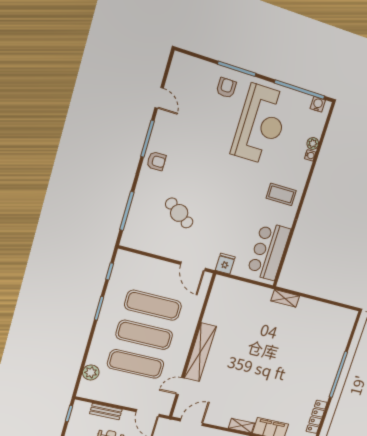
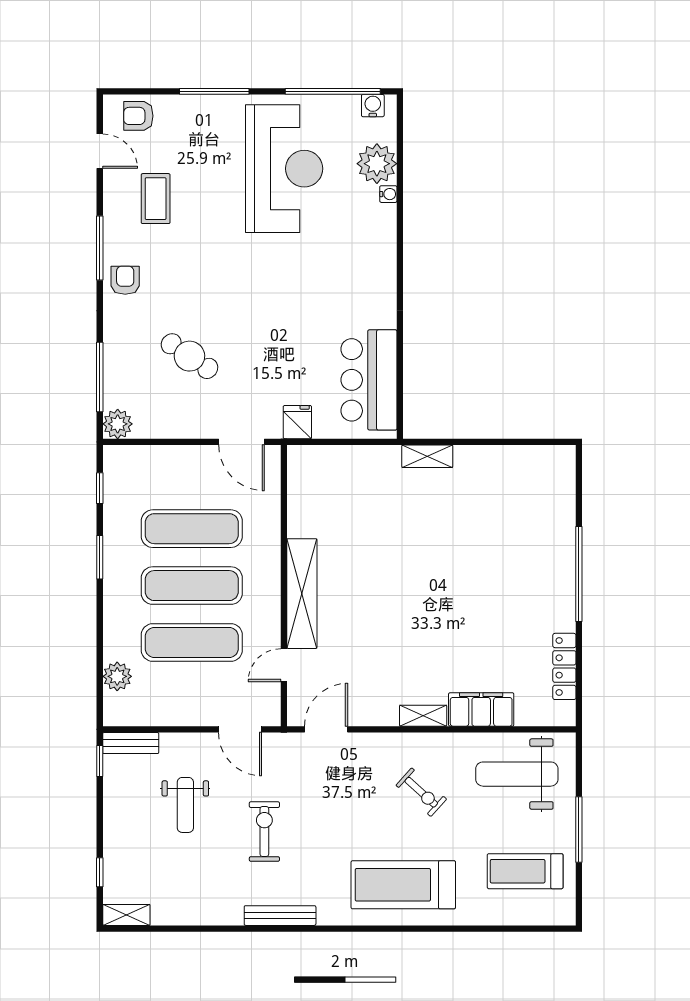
armchair: (226, 88) -> (138, 116), moved, turned -90
door: (159, 98) -> (100, 151), moved
plant: (313, 144) -> (377, 164), width x1.88, depth x1.88
armchair: (156, 161) -> (125, 280), turned -90
coffee table: (281, 194) -> (156, 199), moved, turned 90
plant: (129, 239) -> (118, 424), added
bench: (106, 412) -> (131, 743), moved

